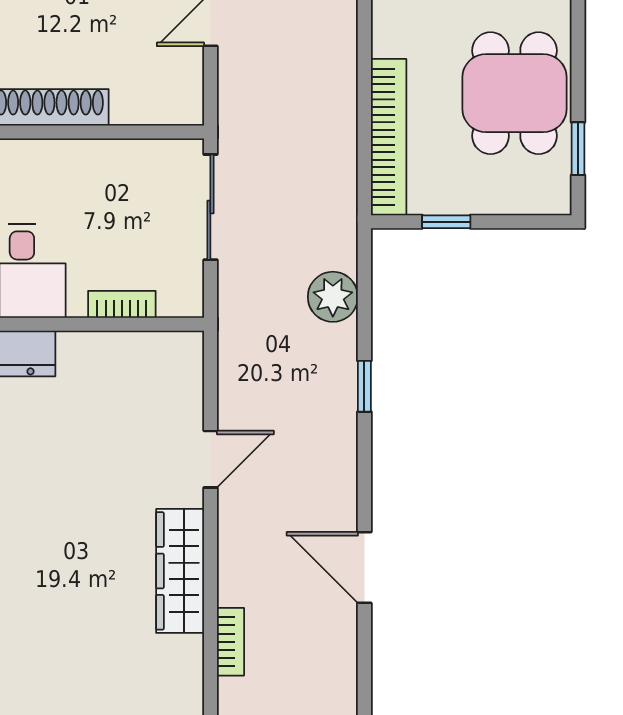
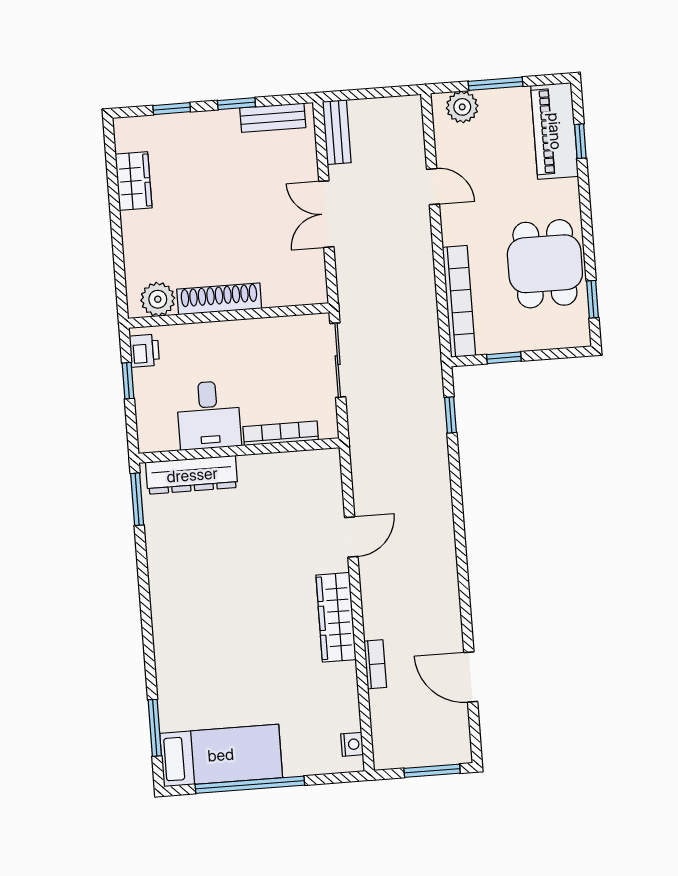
plant: (333, 297) -> (428, 417), removed
bookcase: (122, 304) -> (281, 433), width x1.56
window: (364, 386) -> (451, 415), moved
door: (364, 568) -> (471, 677), moved

